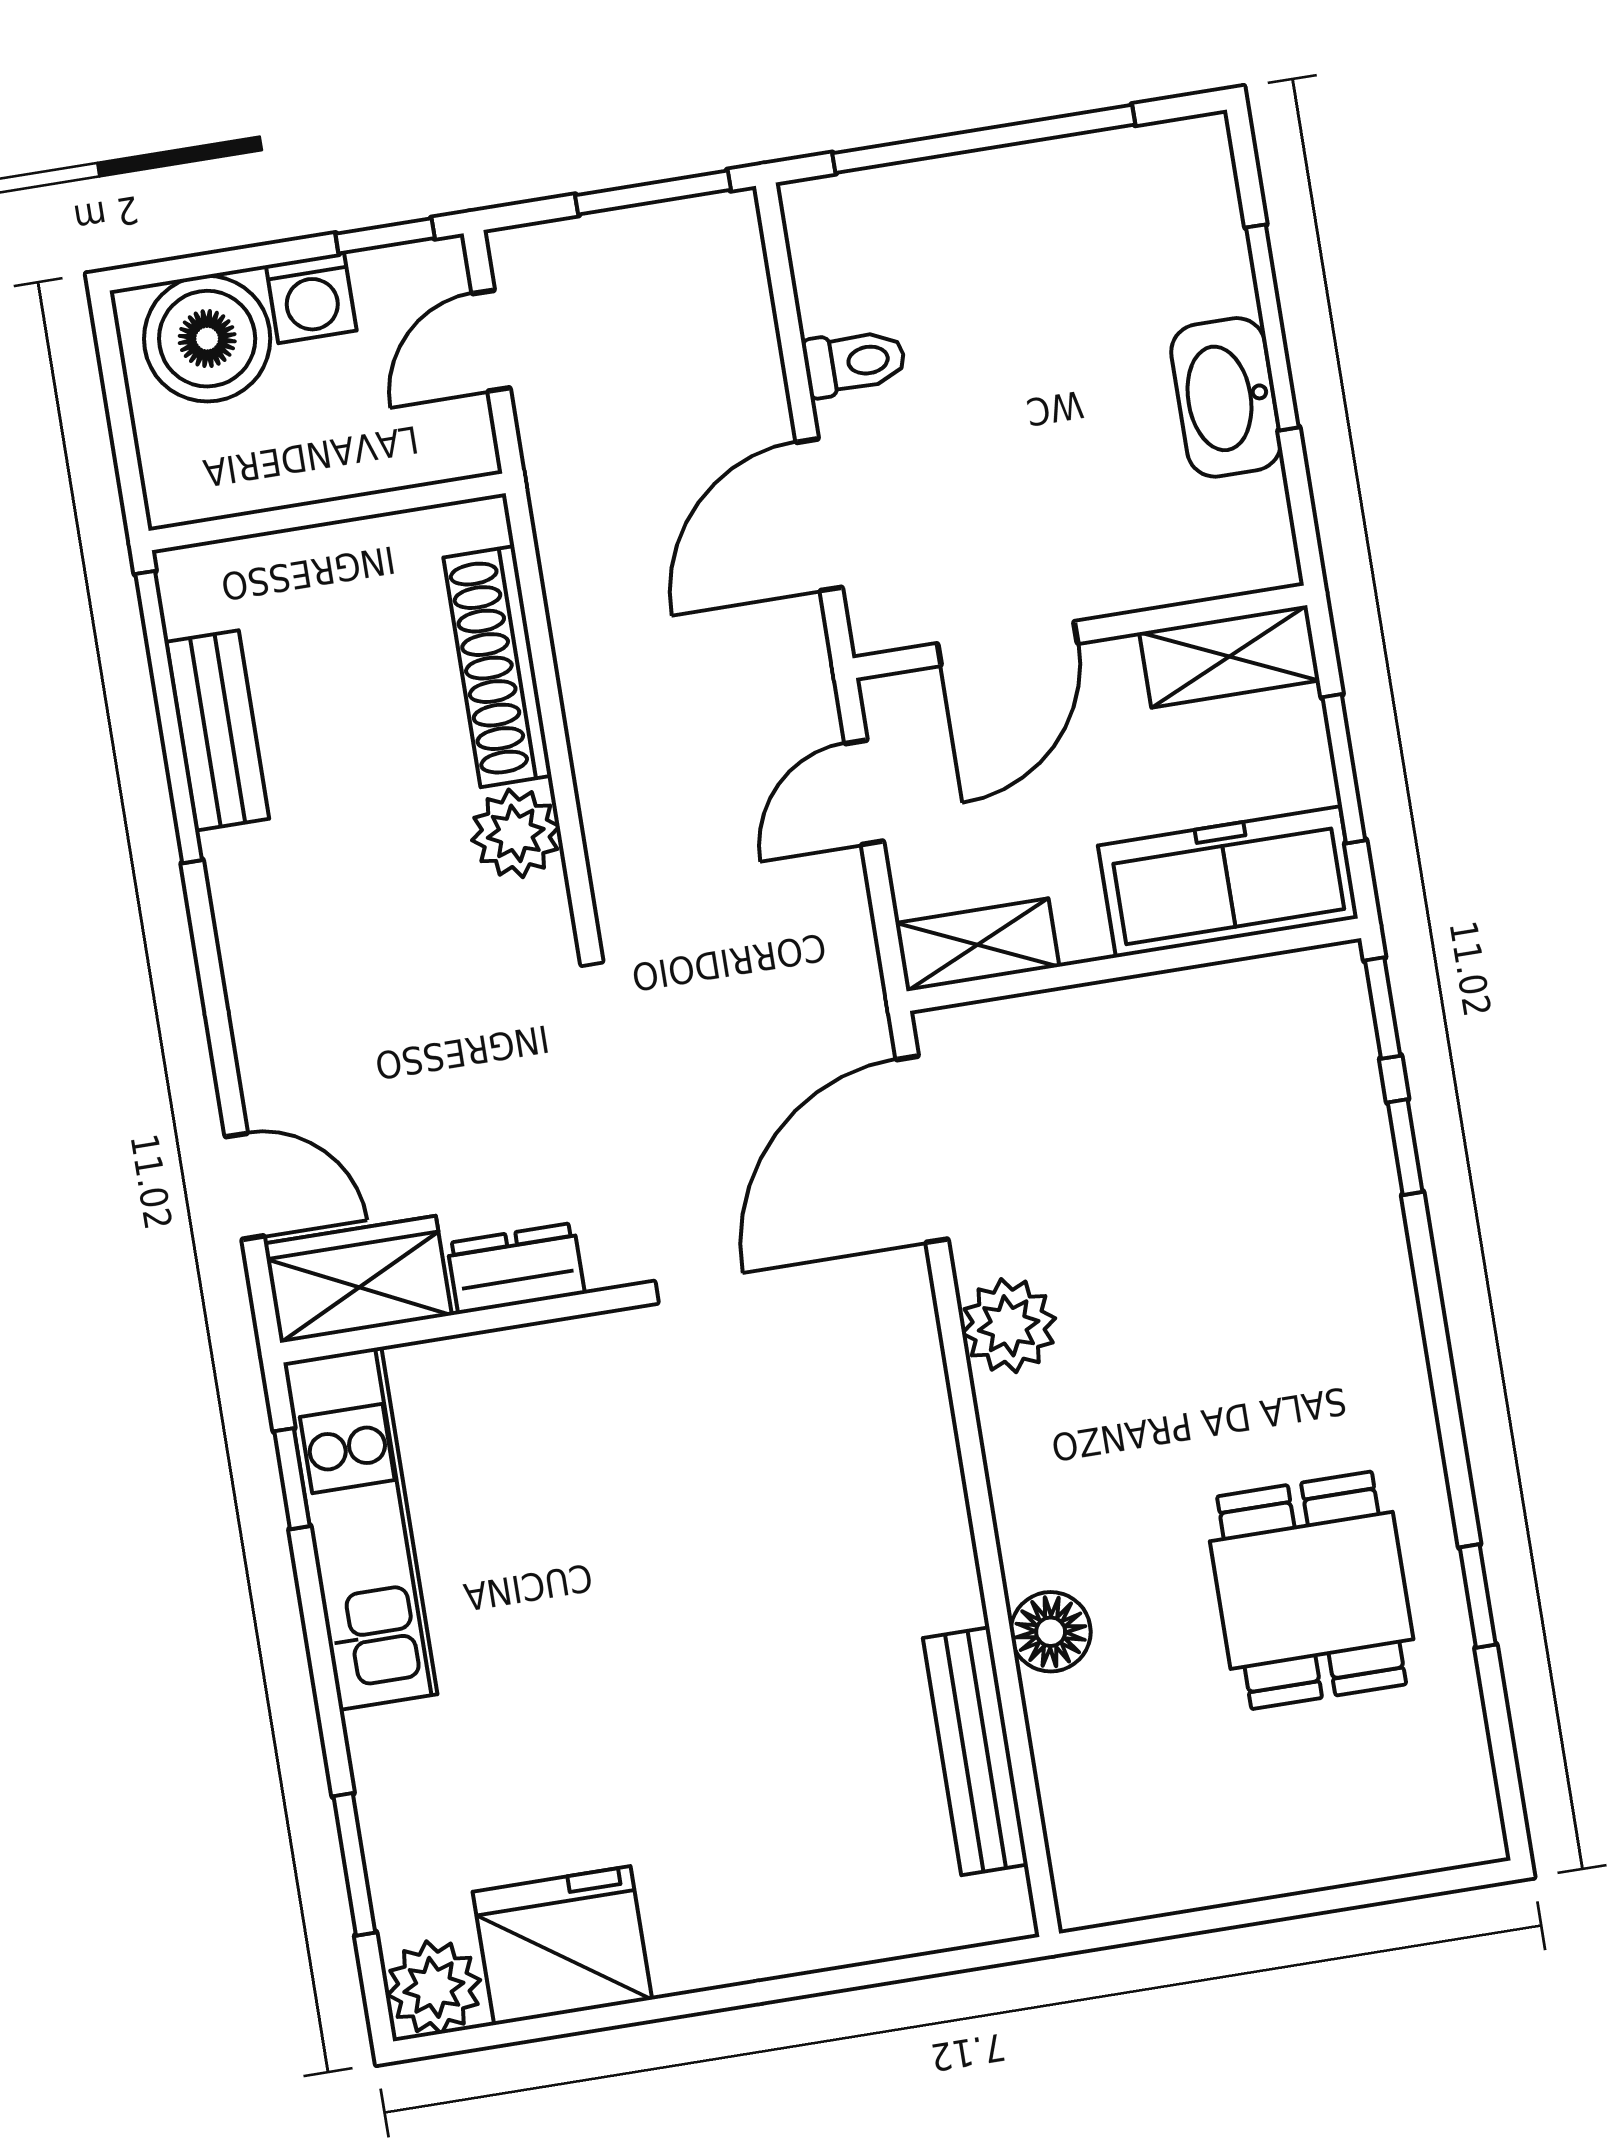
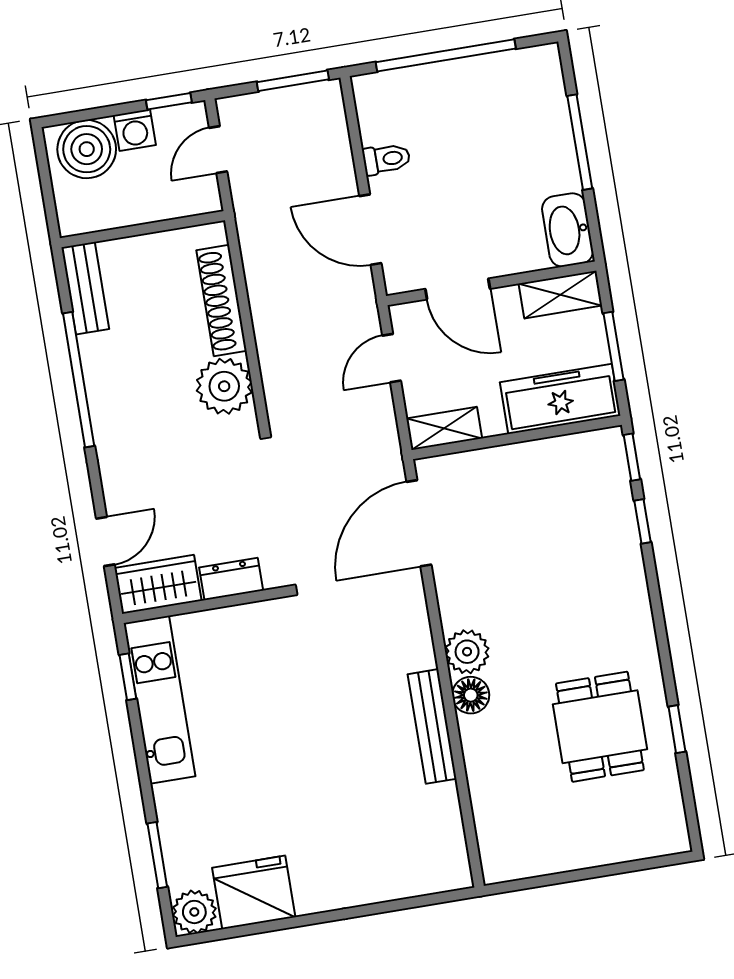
washbasin: (1226, 397) -> (568, 230), moved
door: (819, 515) -> (370, 230), hinge flipped
door: (1007, 643) -> (458, 289), hinge flipped
window: (169, 717) -> (79, 380), moved
bench: (218, 730) -> (85, 288), moved
plant: (516, 833) -> (224, 386), width x1.36, depth x1.36
door: (245, 1186) -> (105, 541), hinge flipped
plant: (1009, 1326) -> (467, 652), moved
floor lamp: (1051, 1632) -> (471, 695), moved
bench: (975, 1751) -> (432, 726), moved

